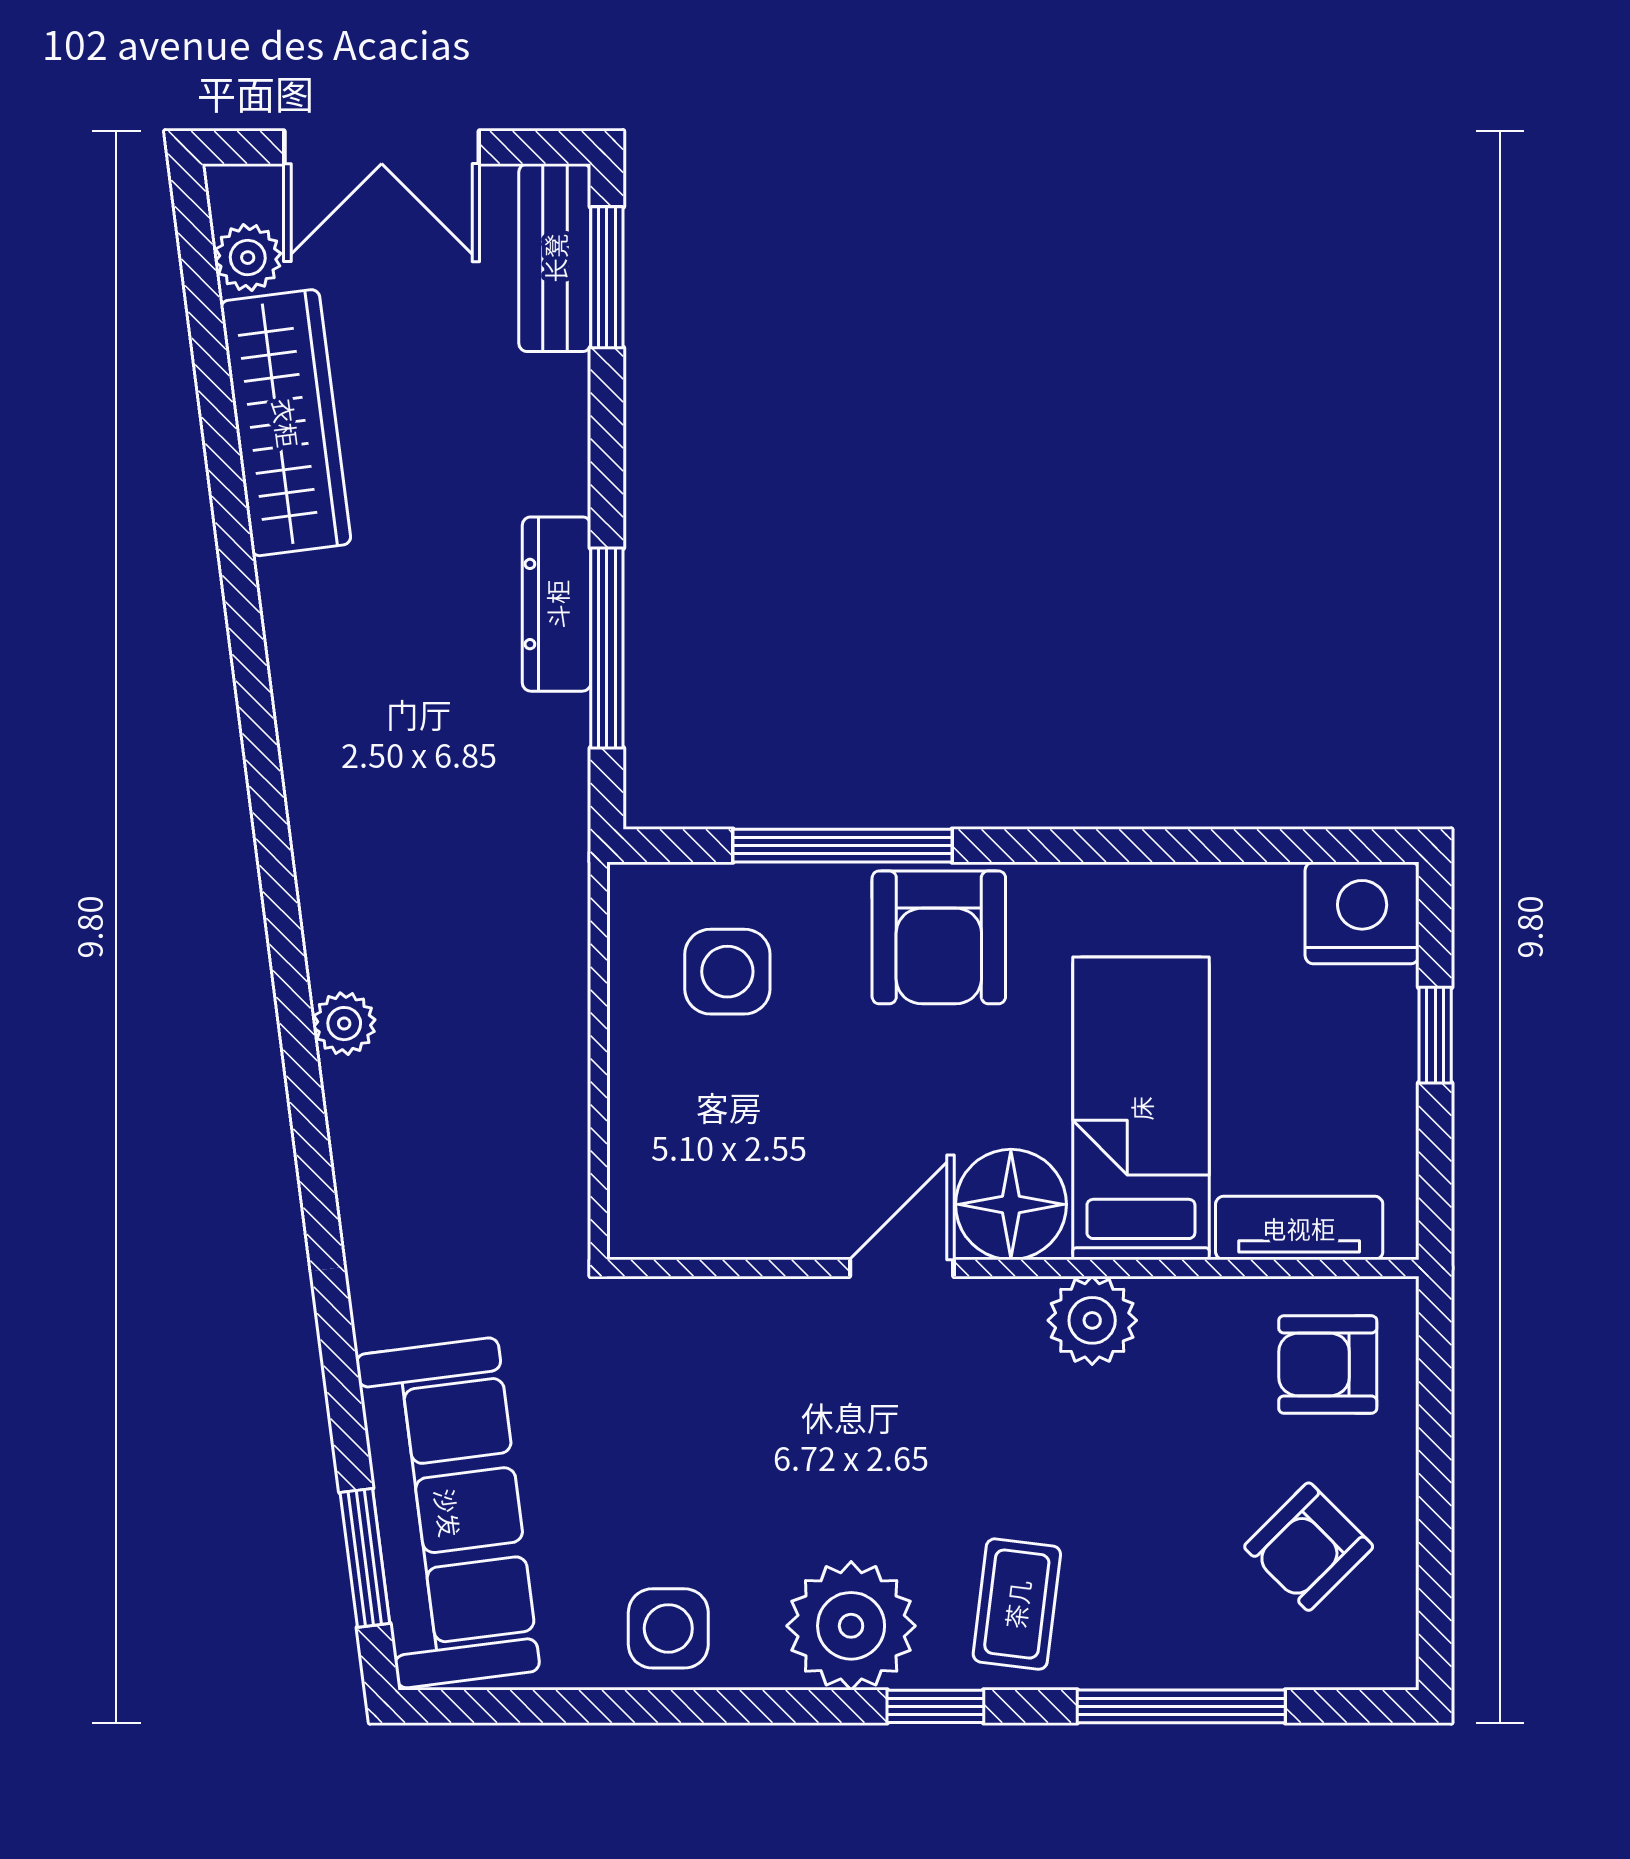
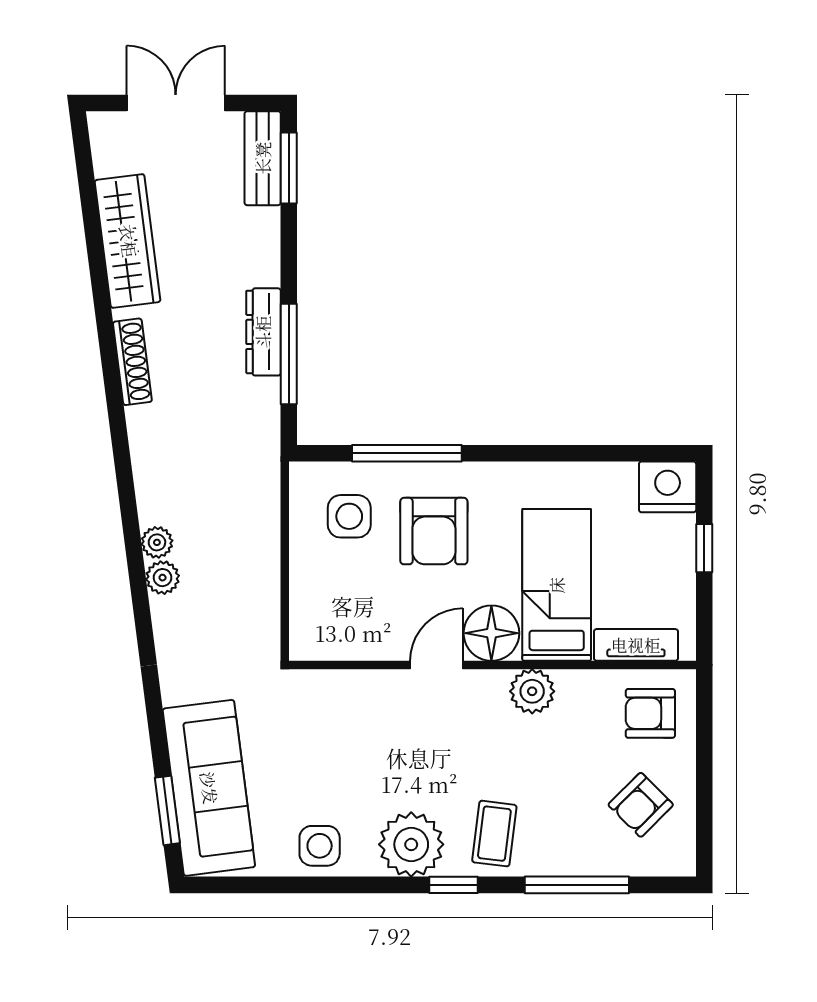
double door: (382, 147) -> (176, 103), swing flipped
plant: (248, 258) -> (163, 578), moved
shoe rack: (295, 664) -> (132, 362), added
armchair: (939, 937) -> (434, 531), moved

